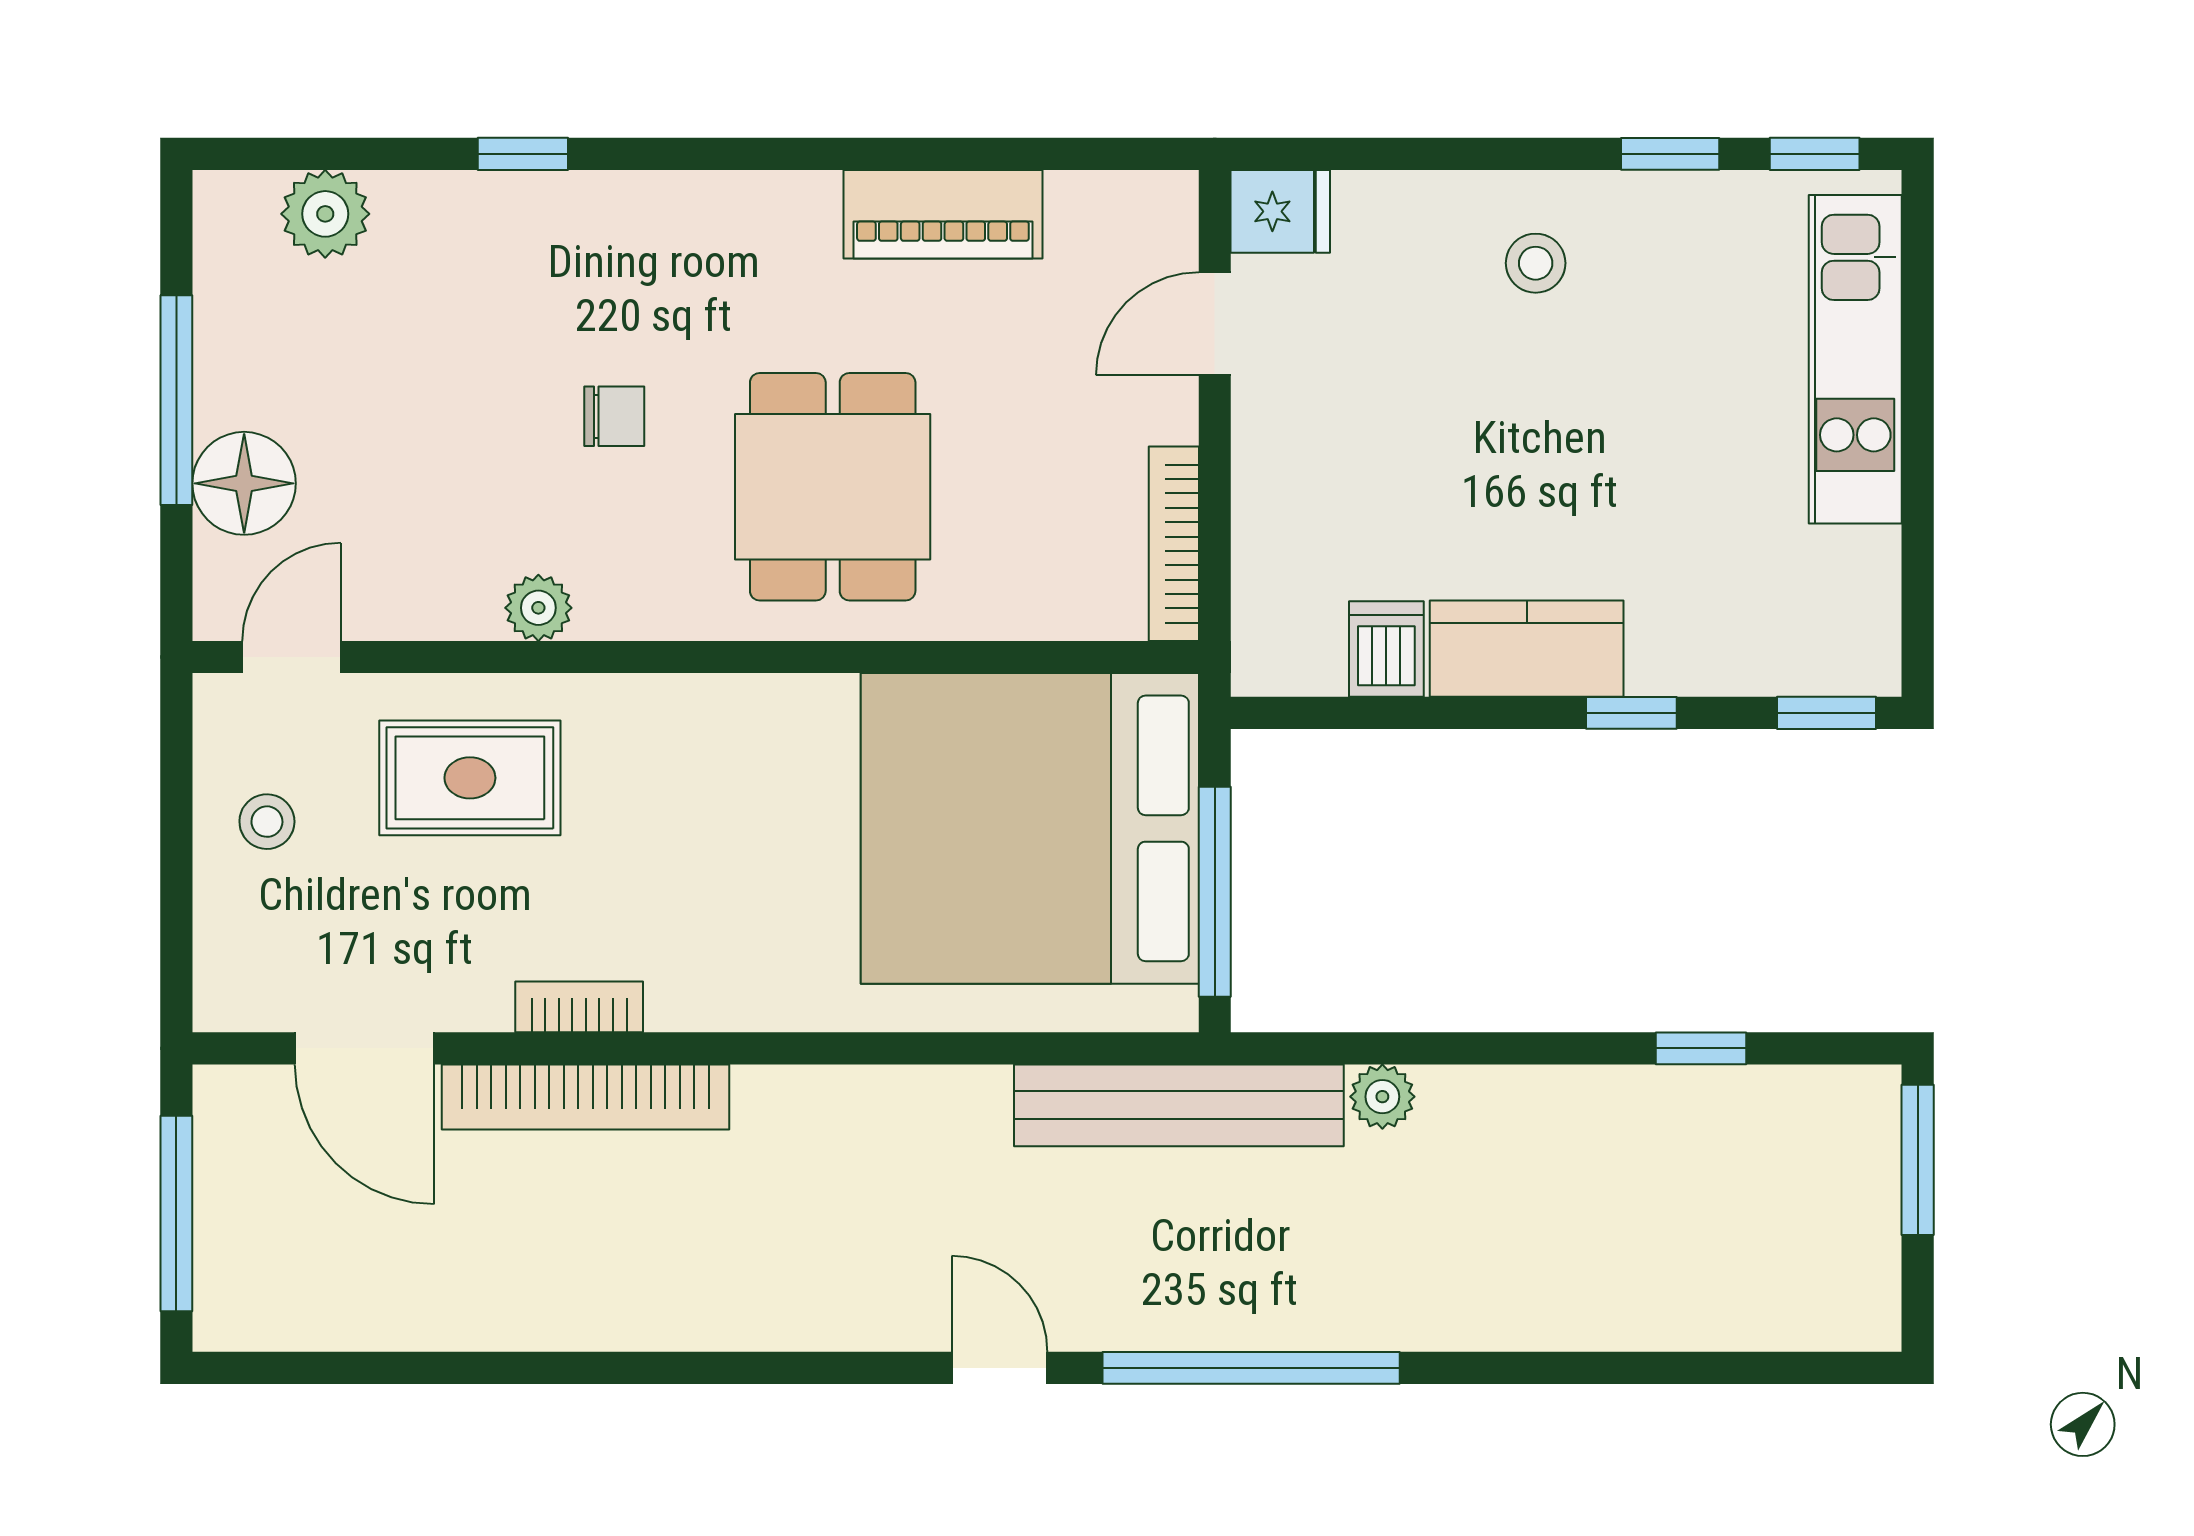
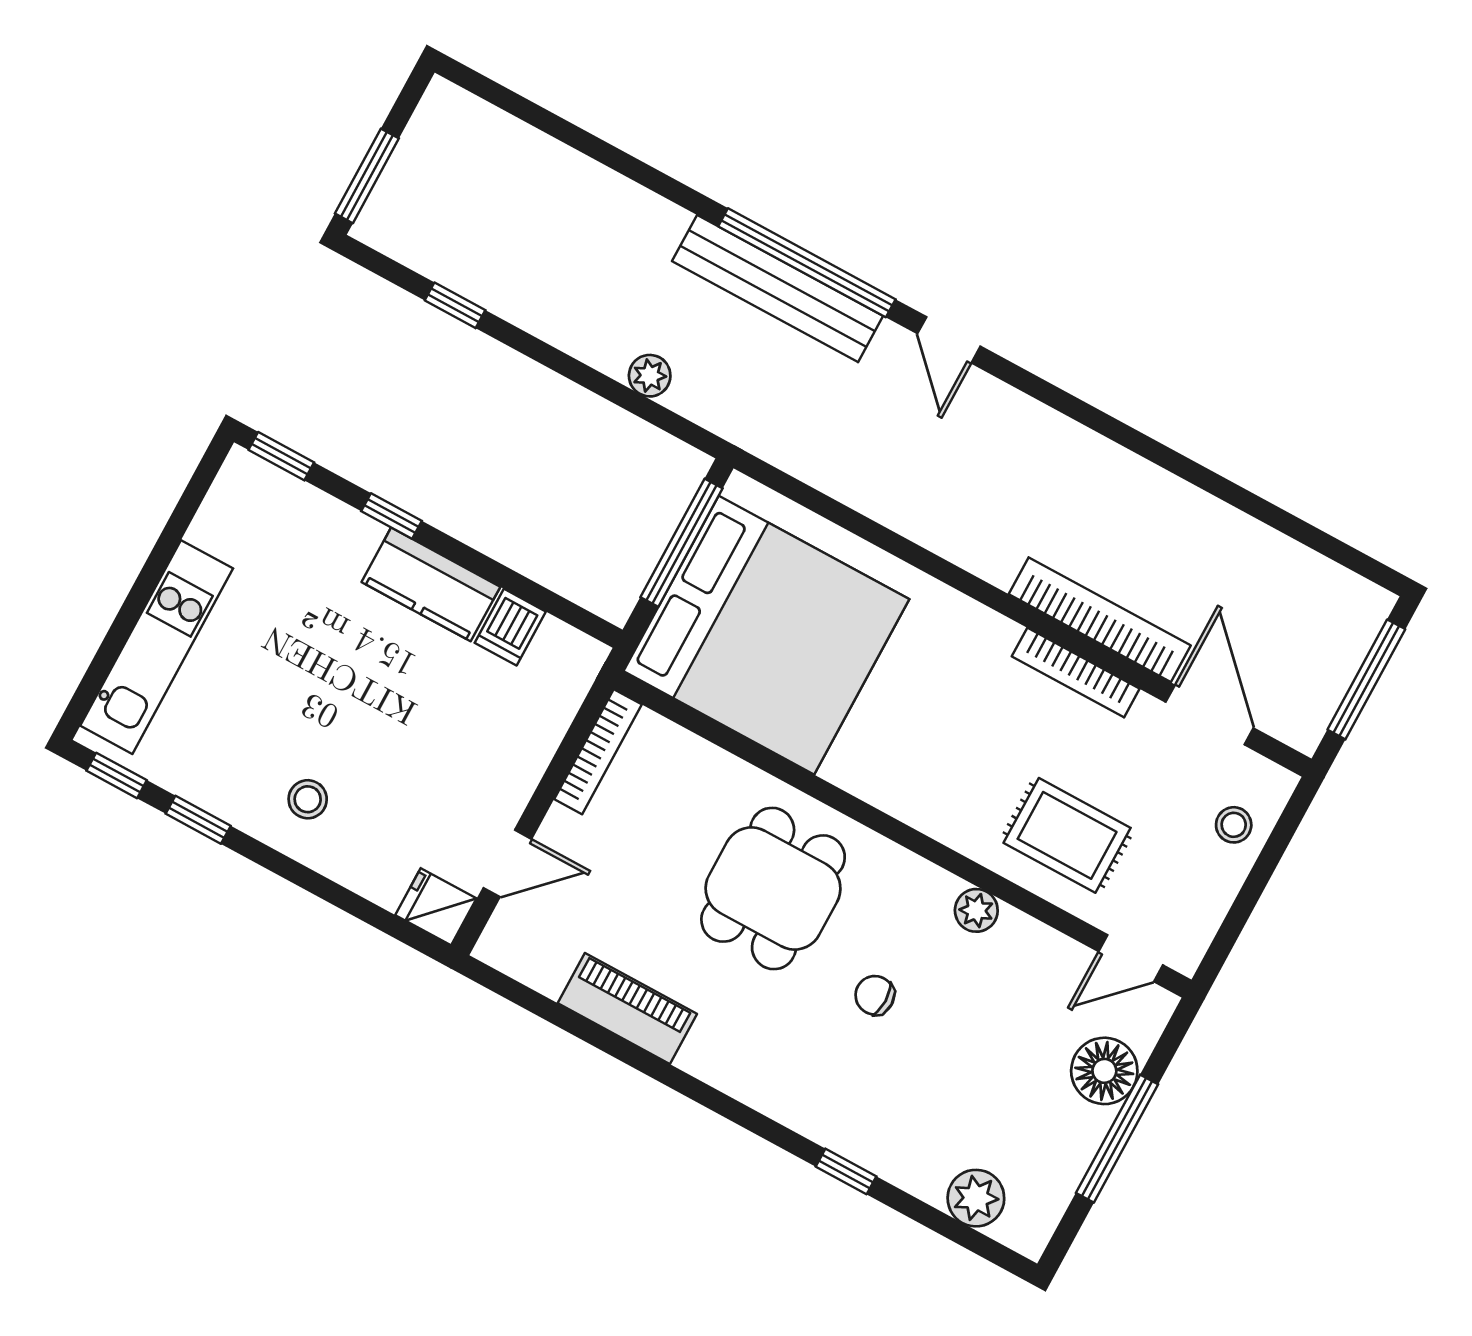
stool: (267, 822) -> (1234, 825), moved
bookcase: (579, 1007) -> (1076, 673), width x1.56
bench: (1179, 1105) -> (778, 289), moved

